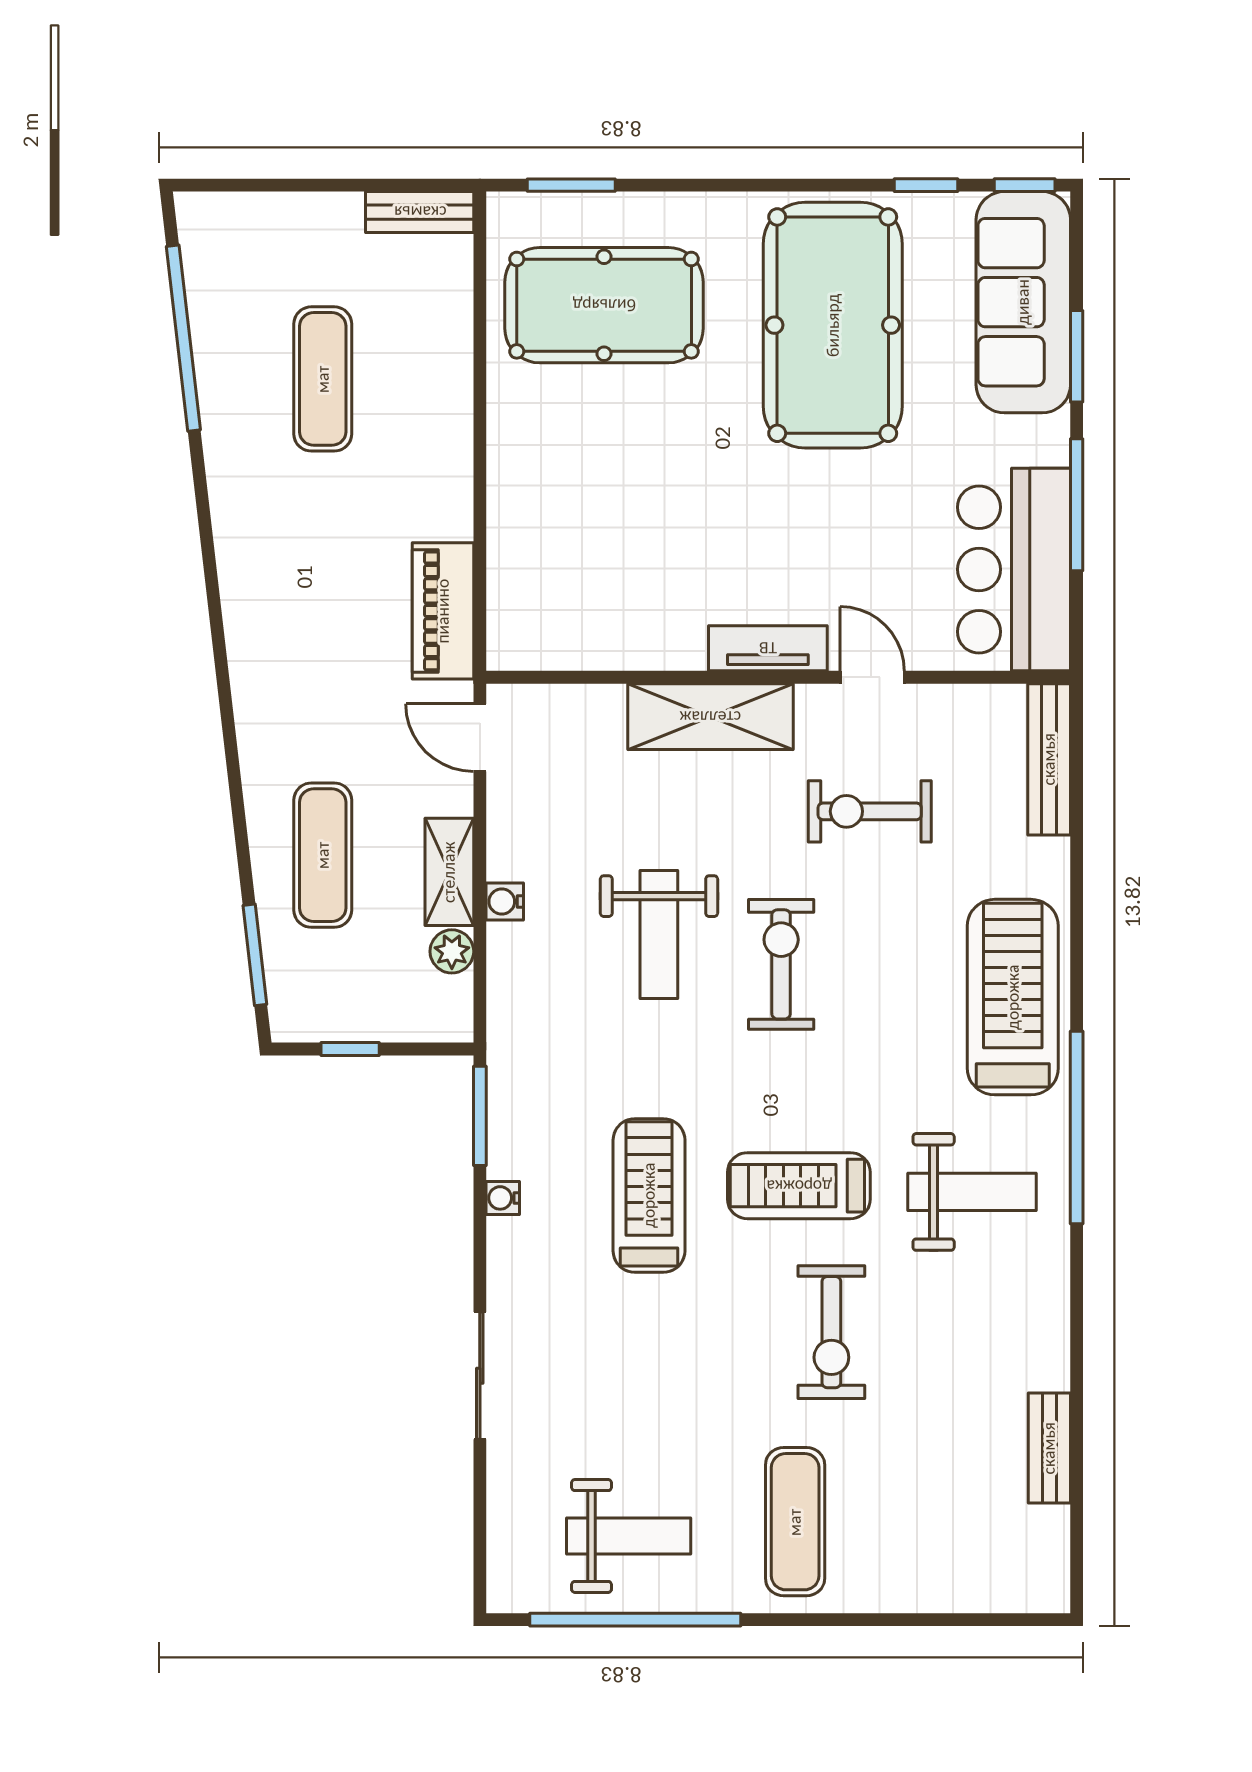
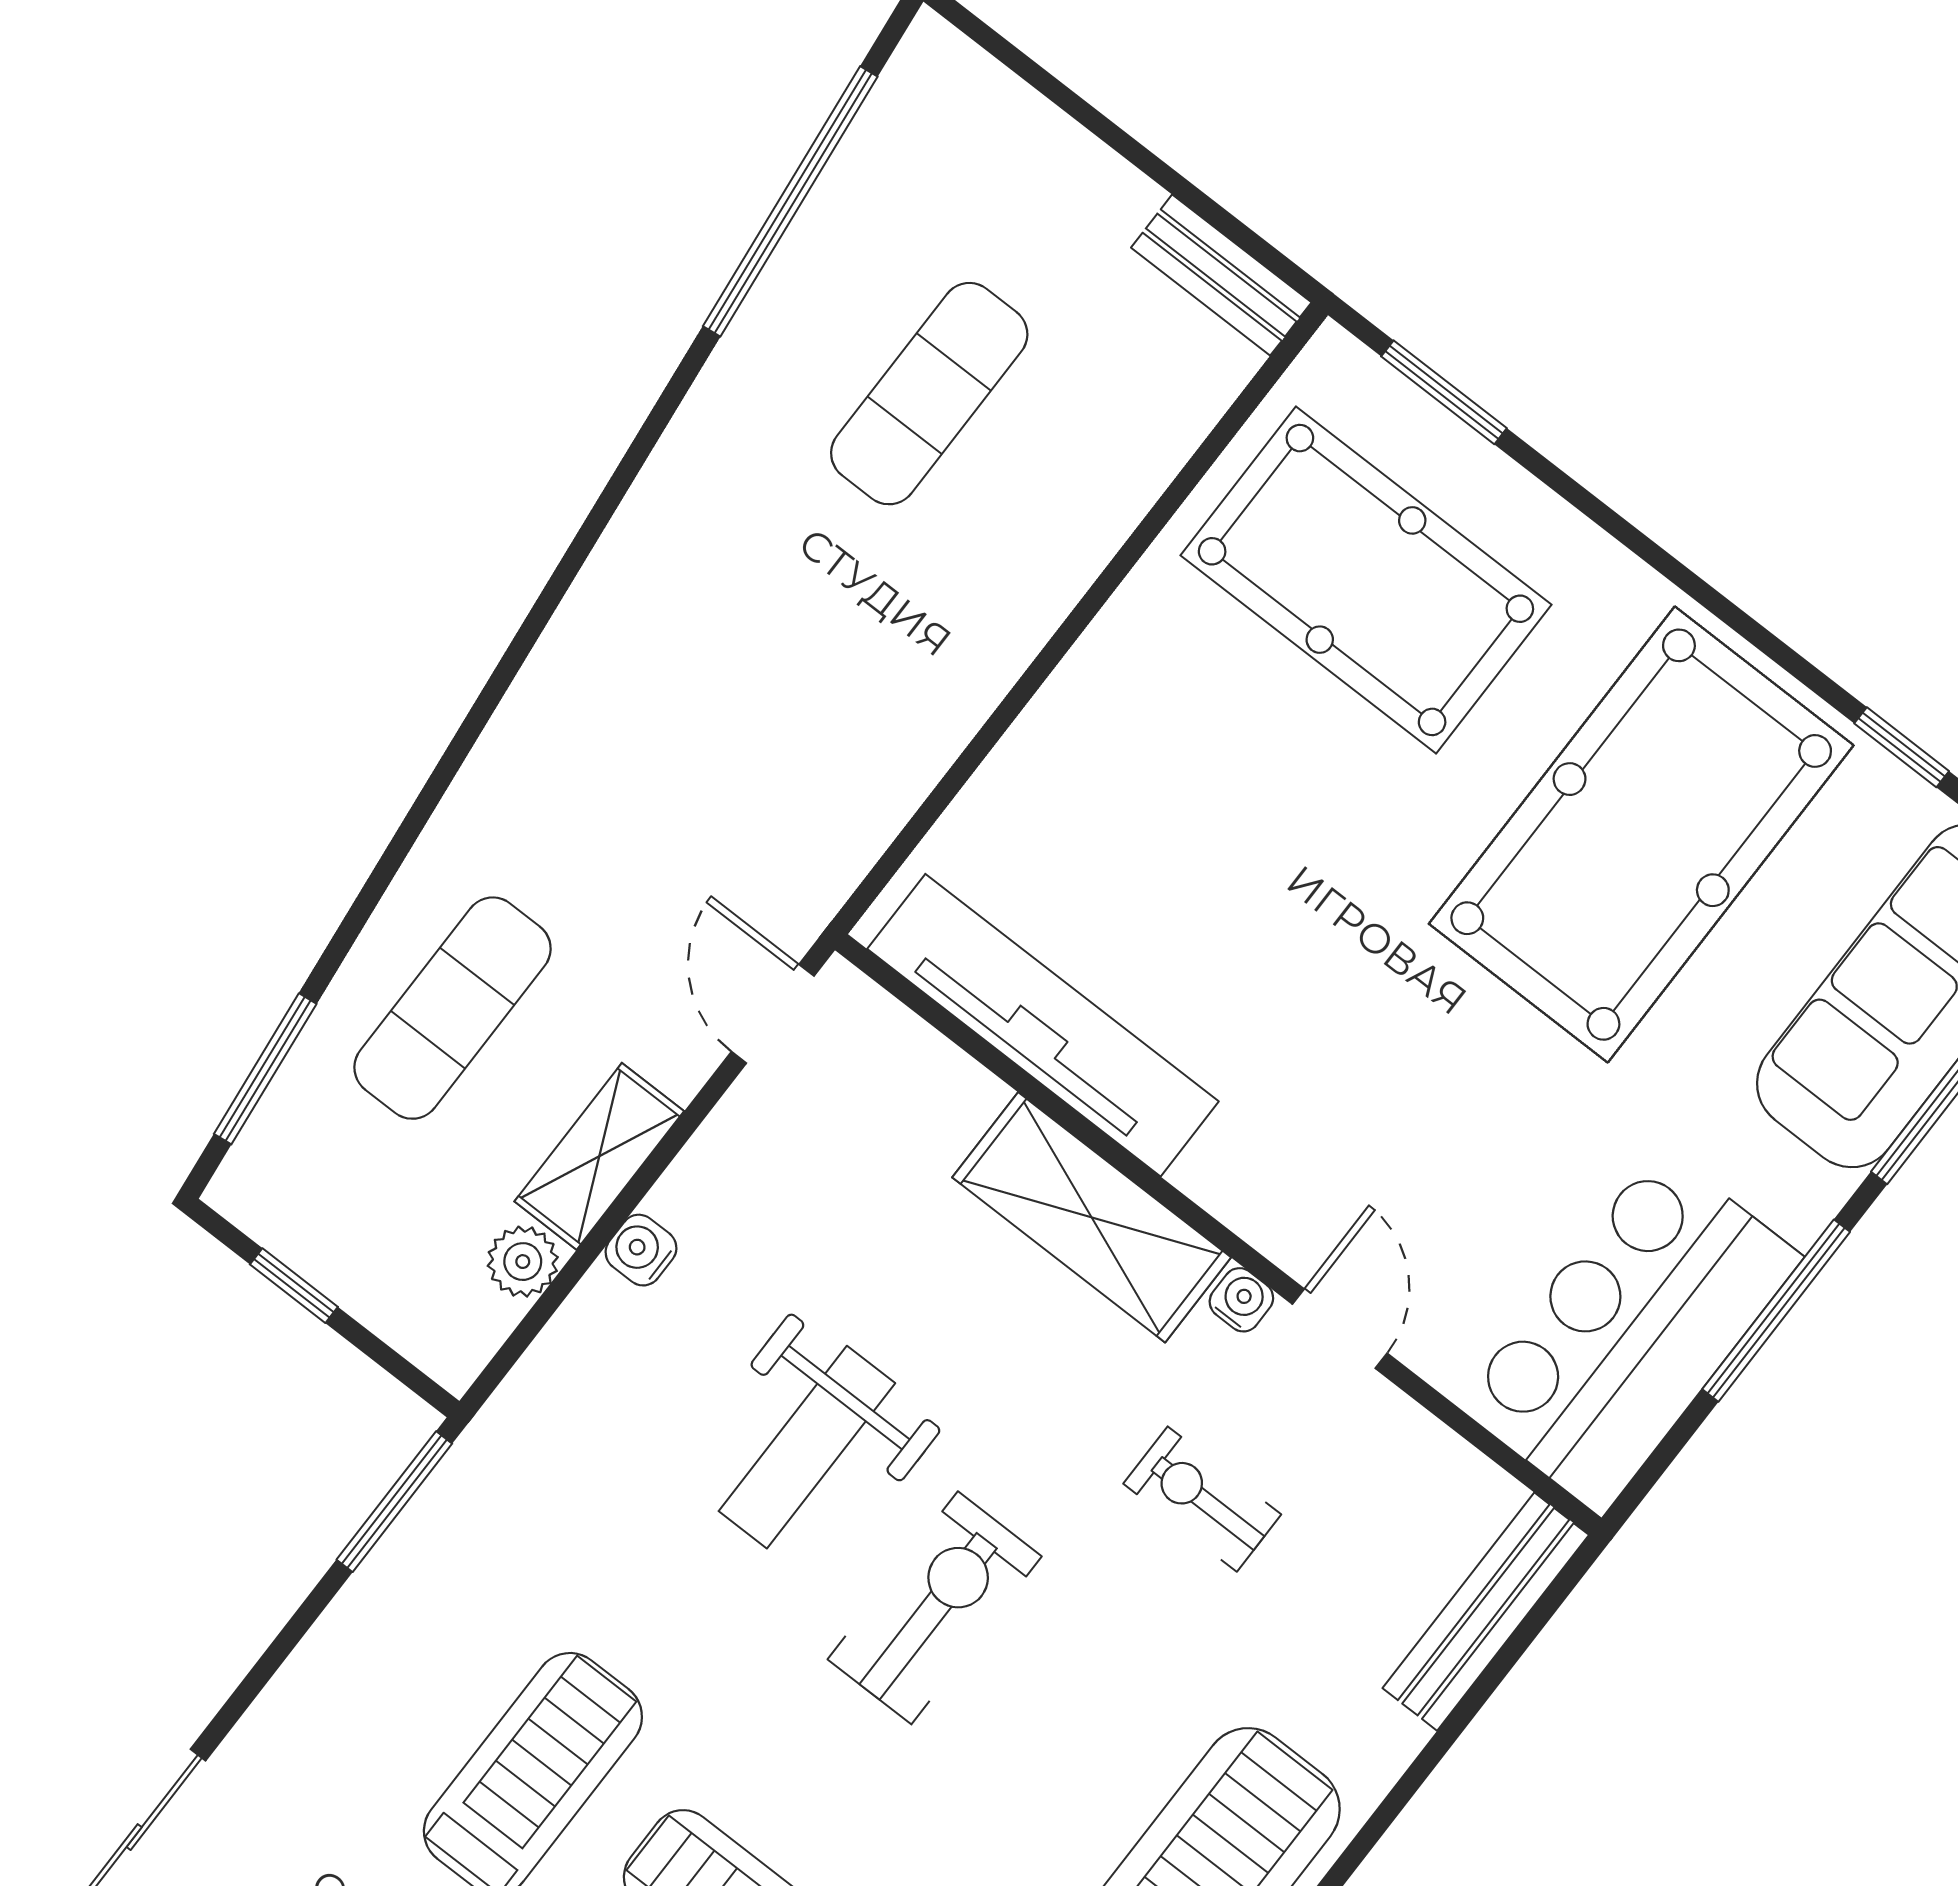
piano: (443, 611) -> (852, 813), removed
tv unit: (768, 648) -> (1043, 1025), moved, width x1.92, depth x1.29
exercise bike: (870, 811) -> (1202, 1499), width x0.73, depth x0.72
water cooler: (503, 1198) -> (1241, 1300), moved, turned 90

